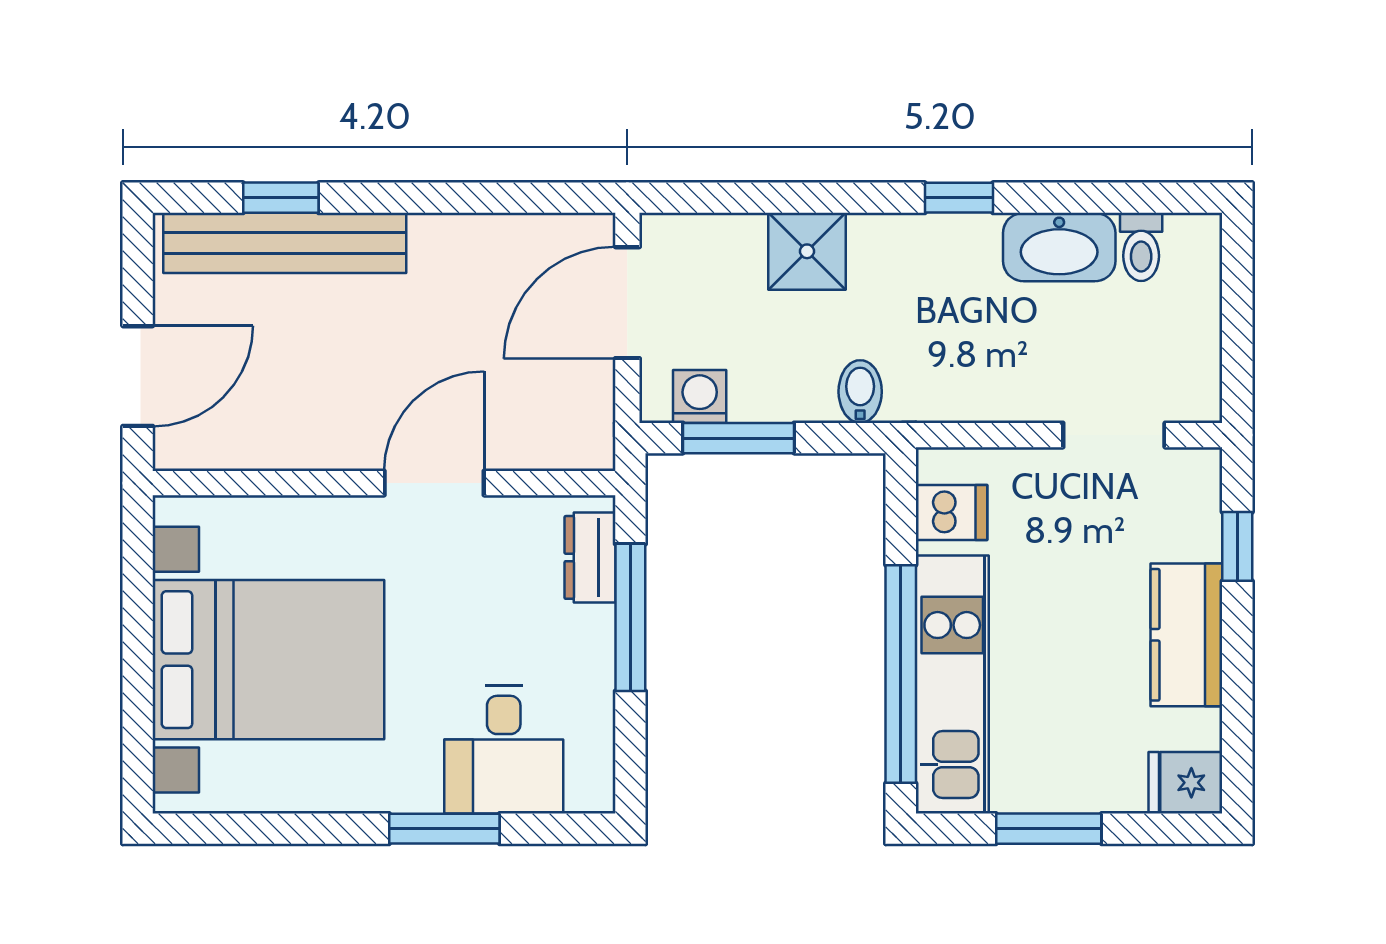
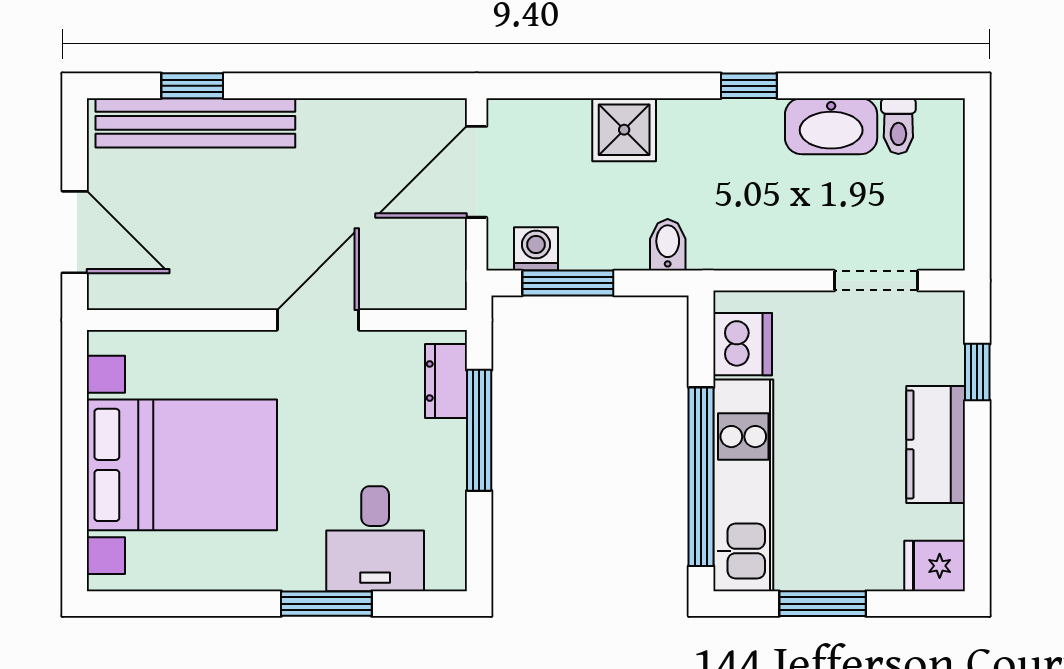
door: (138, 376) -> (75, 232), hinge flipped
dishwasher: (951, 512) -> (743, 344), width x1.38

